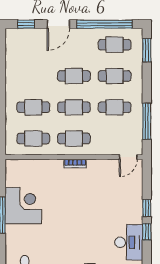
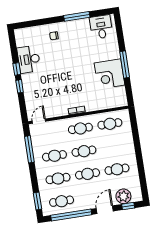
plant: (30, 38) -> (123, 196), added
cafe table: (33, 107) -> (117, 169), moved

